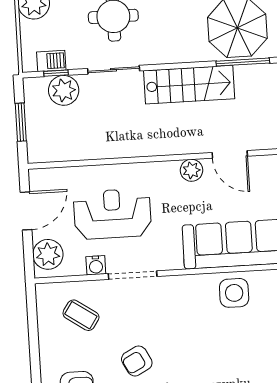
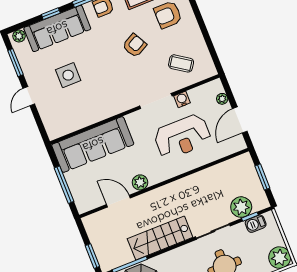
plant: (48, 254) -> (222, 99), width x0.53, depth x0.53
side table: (234, 293) -> (68, 75), moved

